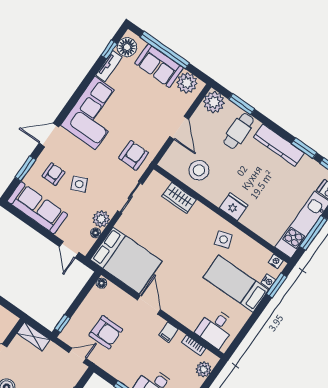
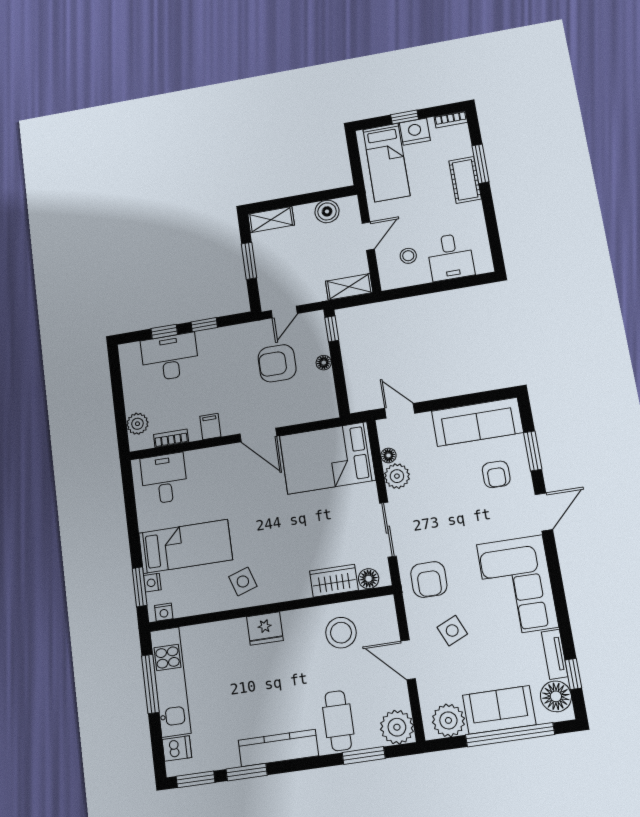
floor lamp: (162, 183) -> (369, 579), added
side table: (79, 184) -> (452, 631), moved
floor lamp: (101, 283) -> (324, 363), moved

